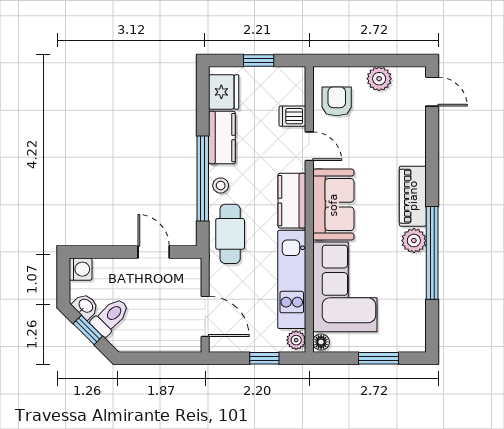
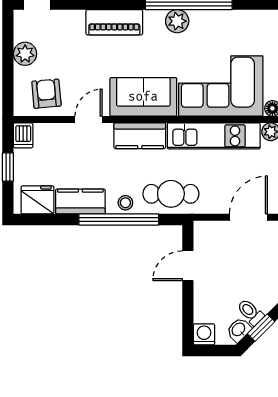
armchair: (337, 101) -> (46, 94), turned 85
dishwasher: (292, 116) -> (23, 135), moved
piano: (413, 196) -> (114, 22), moved
toilet: (110, 317) -> (250, 312), width x0.73, depth x0.72

